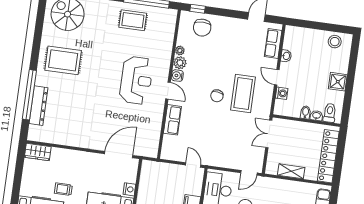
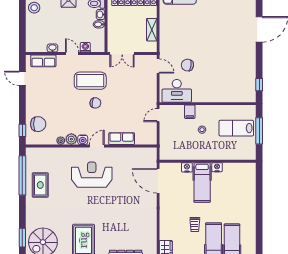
door: (277, 77) -> (72, 54), swing flipped

